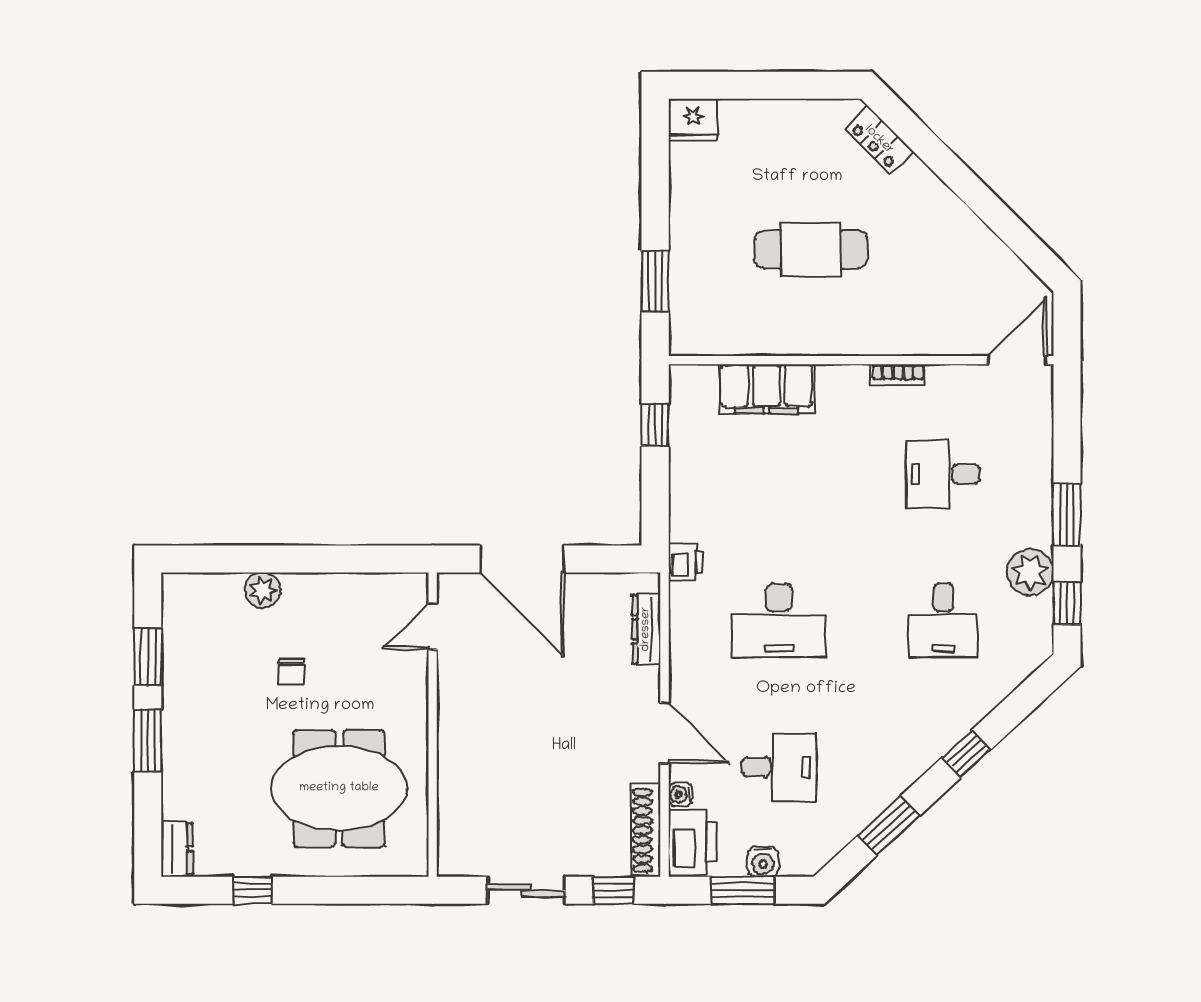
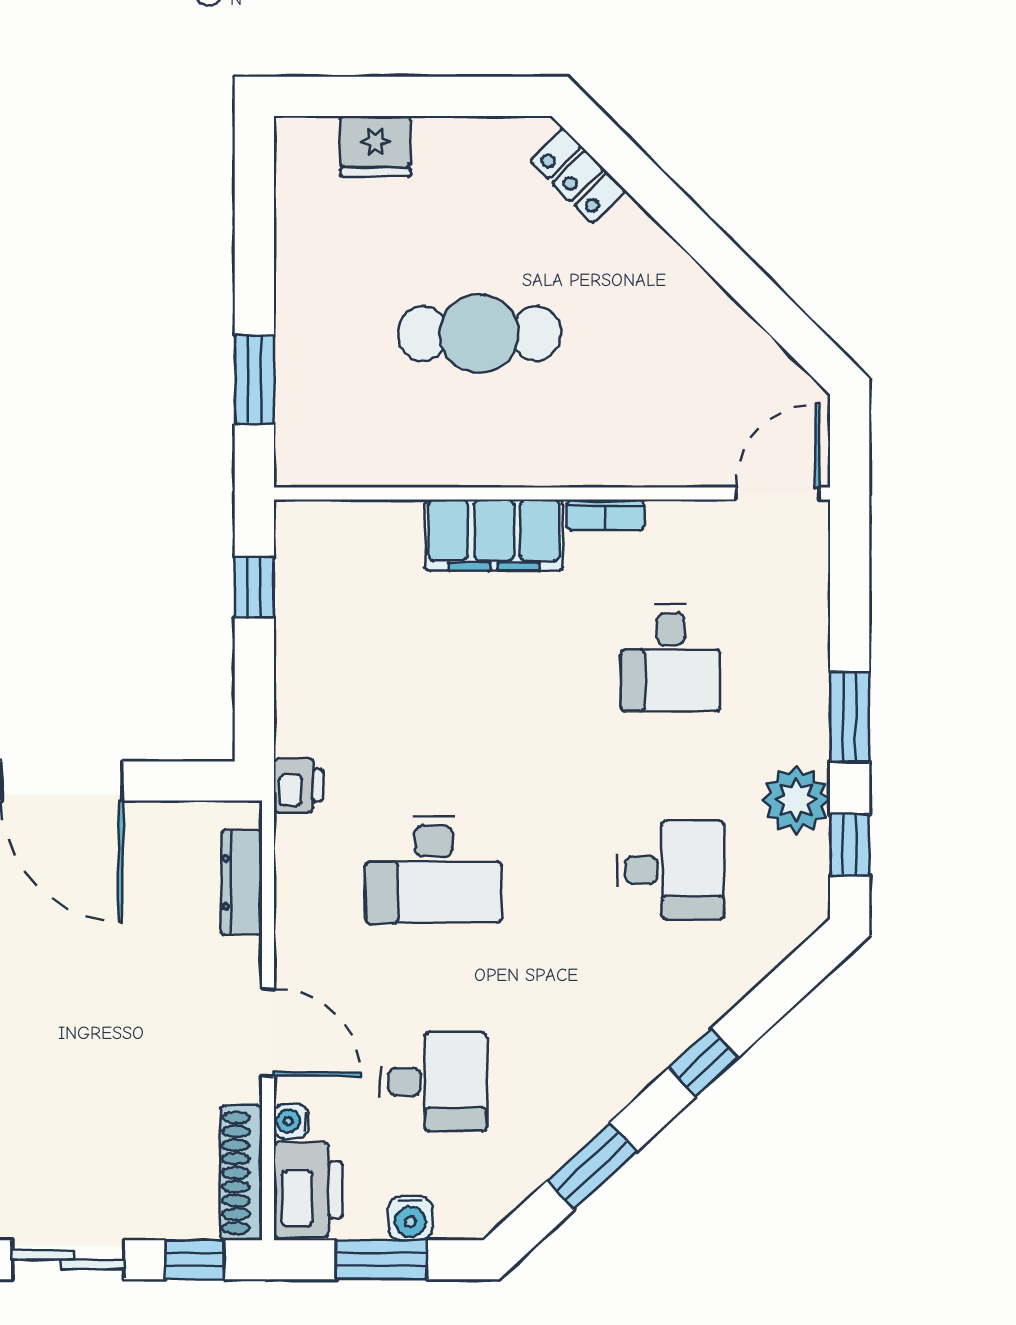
fridge: (693, 120) -> (375, 146), moved
filing cabinet: (767, 389) -> (494, 535), moved
desk: (943, 474) -> (671, 658), turned -90
desk: (943, 620) -> (671, 870), turned -90

